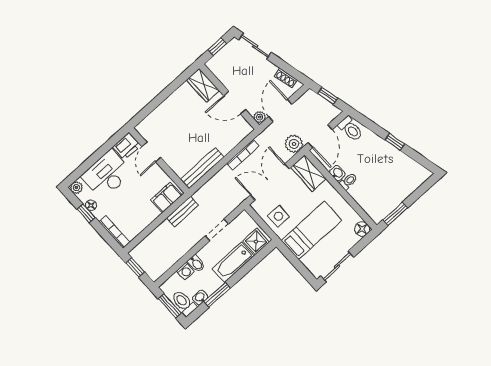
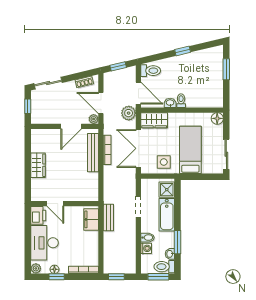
wardrobe: (203, 85) -> (38, 165), moved, turned -90
bench: (202, 168) -> (93, 153), moved
window: (395, 214) -> (226, 69), moved

